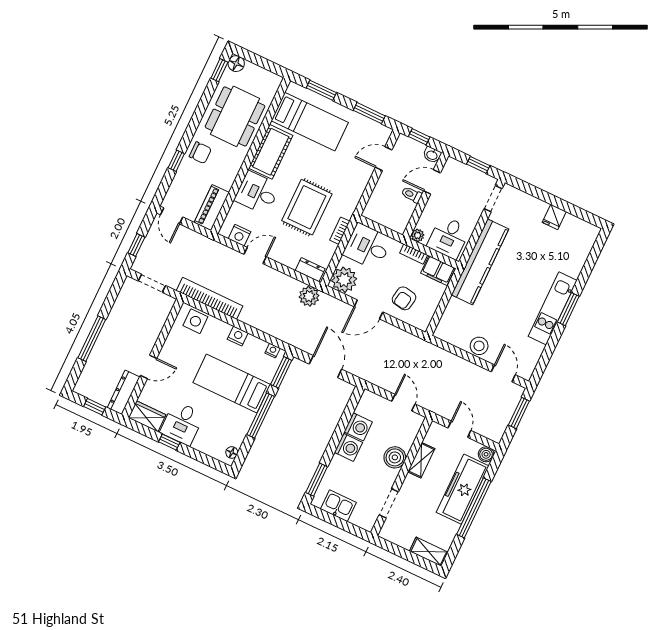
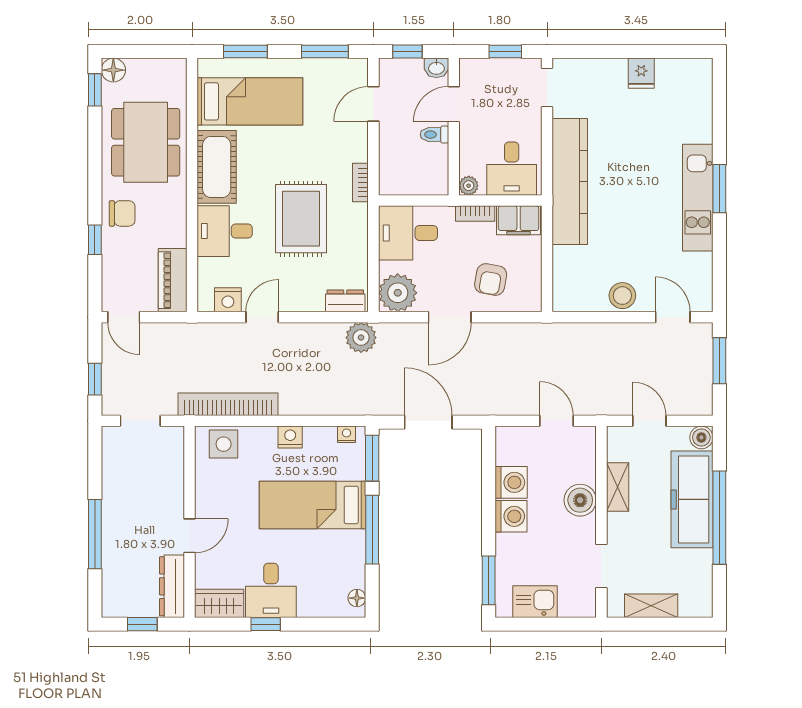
bookcase: (340, 231) -> (360, 182), moved
shelving: (429, 552) -> (651, 606), moved

